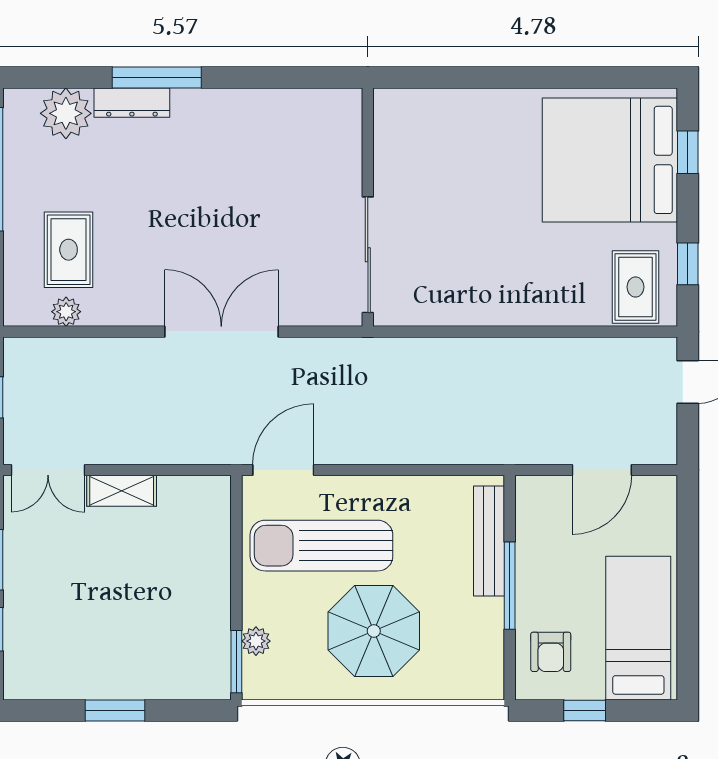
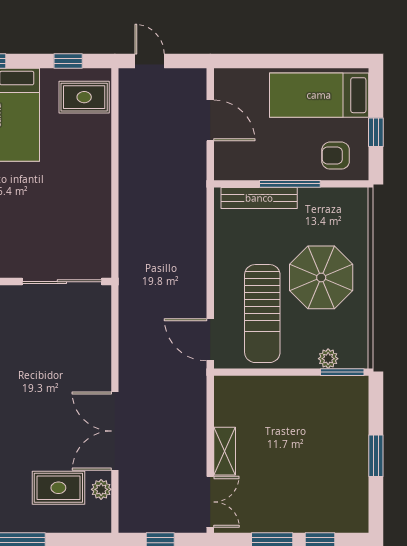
double door: (221, 332) -> (115, 431), moved
armchair: (551, 652) -> (336, 156), turned 180

